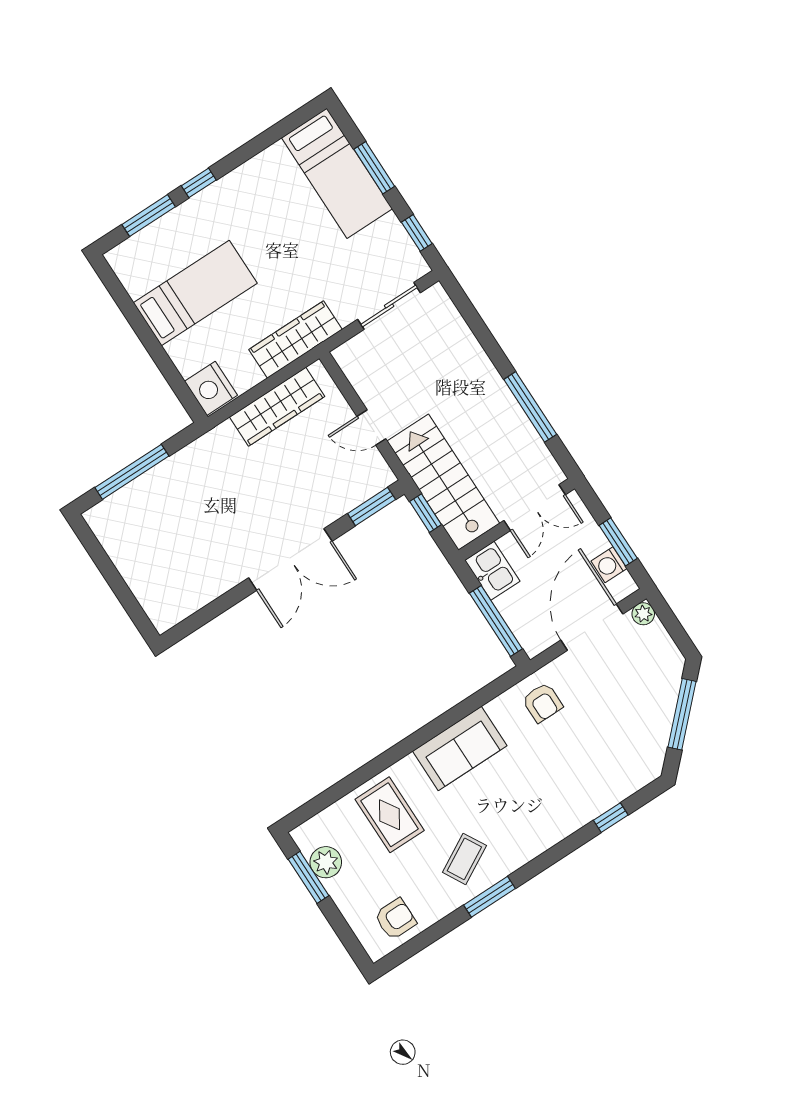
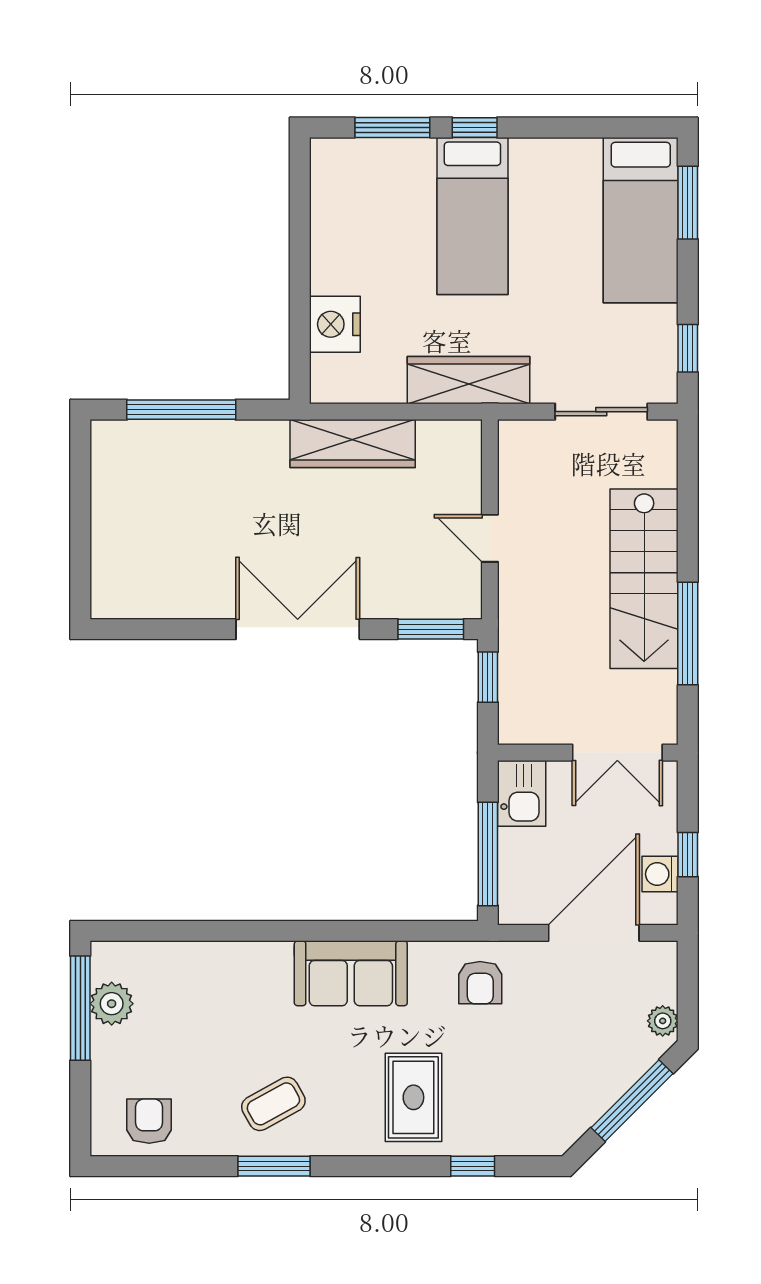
window: (374, 168) -> (688, 203), moved
bed: (195, 293) -> (472, 216), moved, turned 90
nightstand: (211, 388) -> (335, 324), moved
wardrobe: (277, 407) -> (353, 444), moved
stairs: (443, 482) -> (644, 579), moved, turned 180
window: (618, 542) -> (688, 855), width x0.67
double door: (290, 559) -> (298, 629), swing flipped
plant: (643, 614) -> (663, 1021), moved
rug: (390, 815) -> (413, 1097), moved
window: (308, 877) -> (80, 1008), width x1.44
armchair: (395, 919) -> (149, 1121), turned -90

